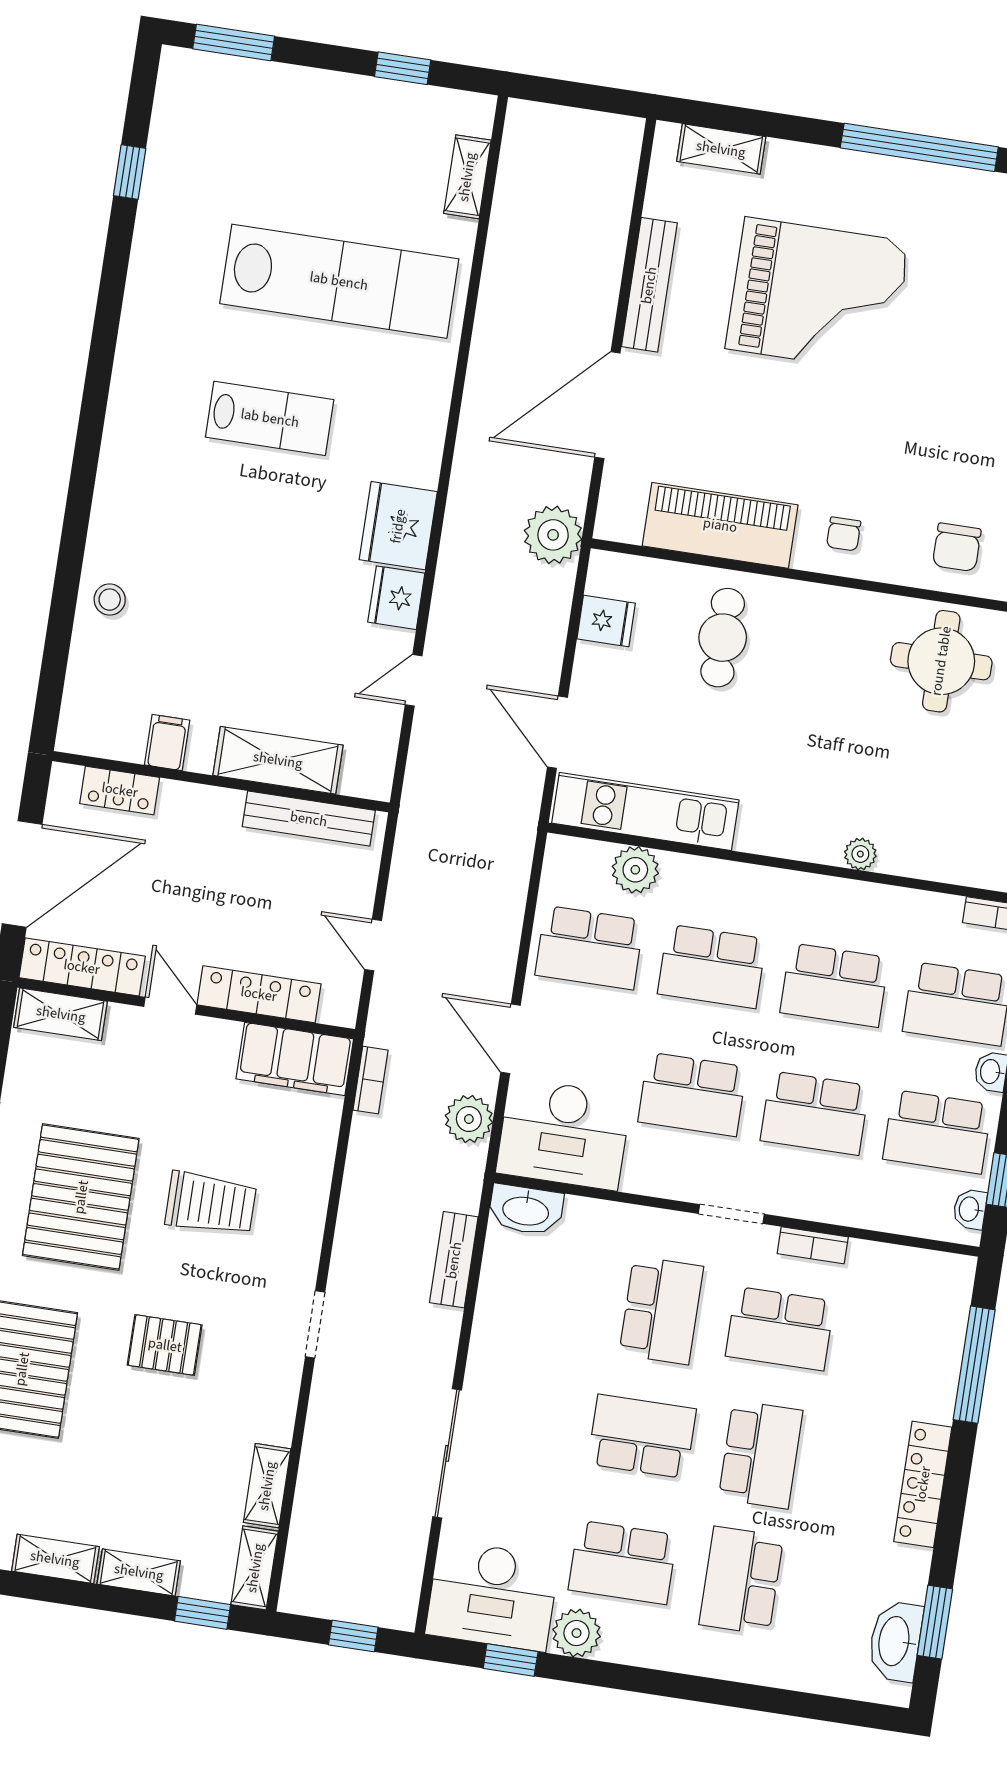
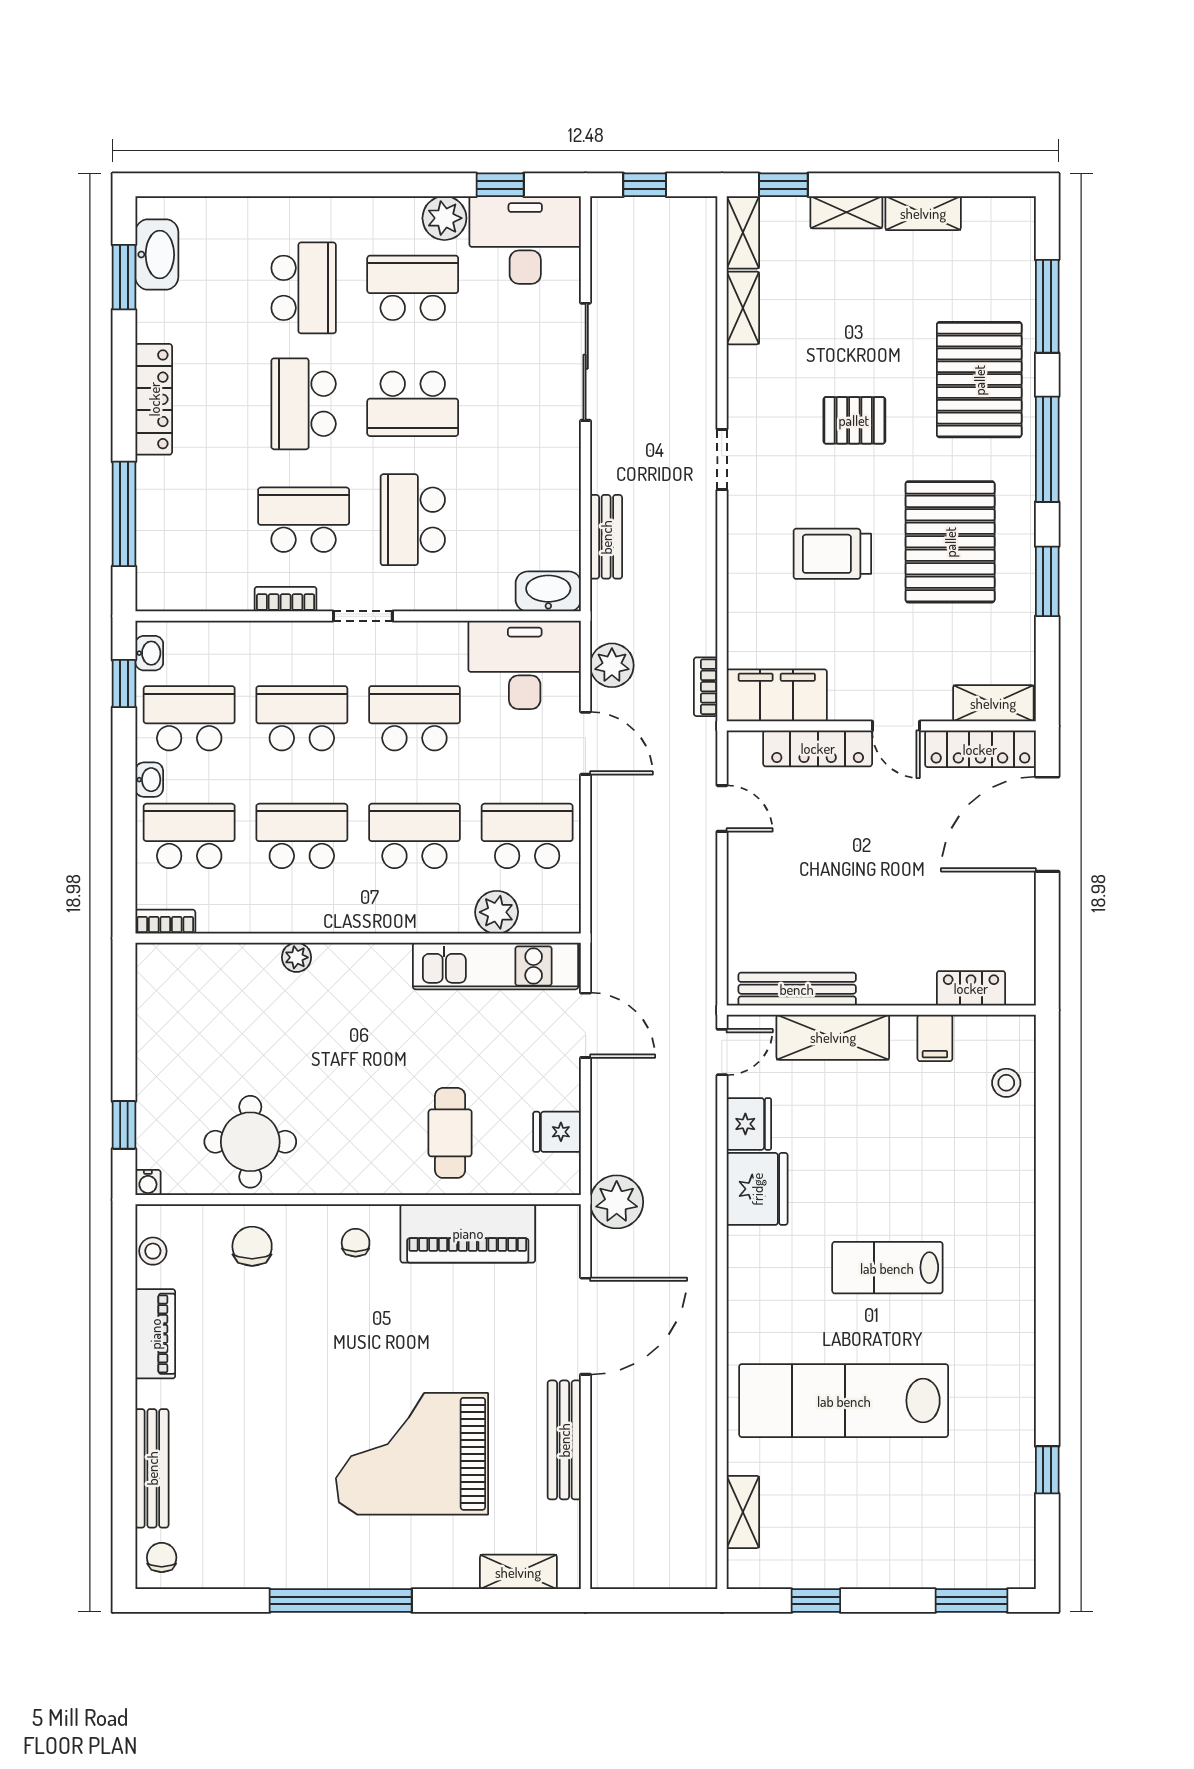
filing cabinet: (167, 743) -> (935, 1038), moved
shelving: (278, 760) -> (833, 1037), moved
wall: (221, 782) -> (881, 1010), moved
locker: (120, 790) -> (971, 988), moved
bench: (309, 819) -> (797, 989), moved

